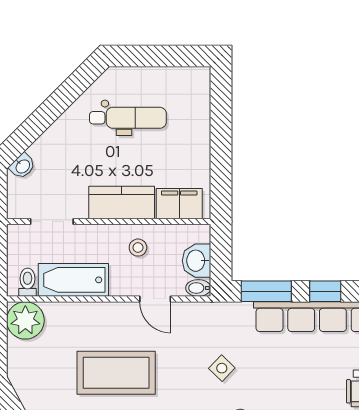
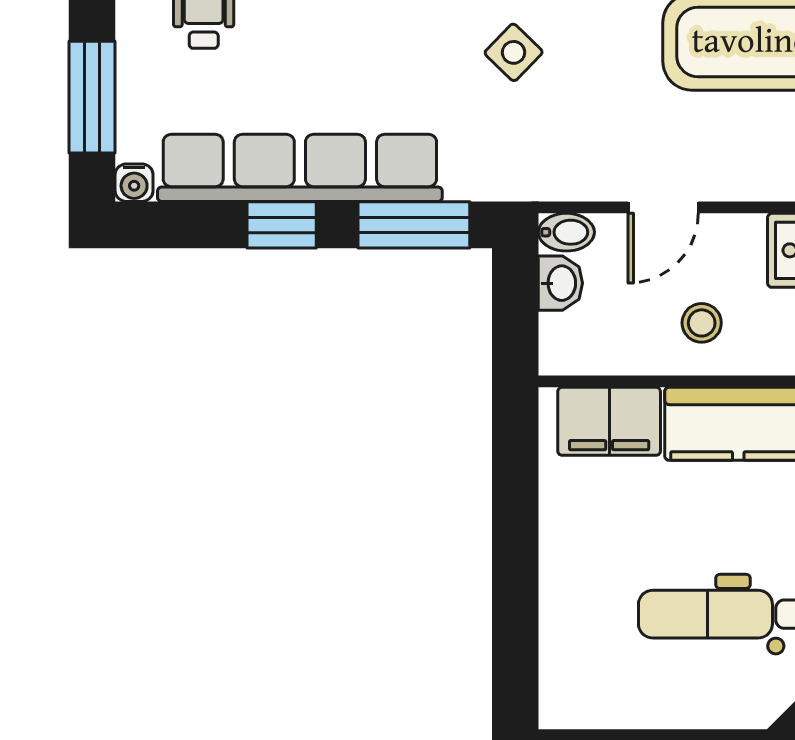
washbasin: (196, 261) -> (560, 283), width x0.72, depth x0.69
door: (155, 299) -> (663, 207), swing flipped

